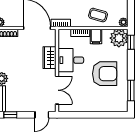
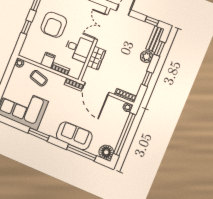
plant: (119, 38) -> (29, 51), removed
window: (131, 42) -> (26, 27), moved
armchair: (105, 74) -> (54, 25), turned -90

